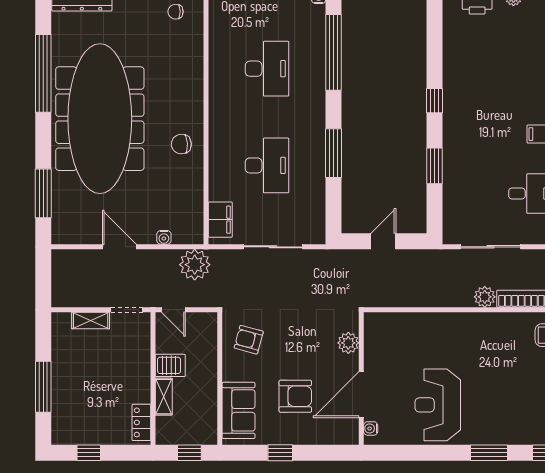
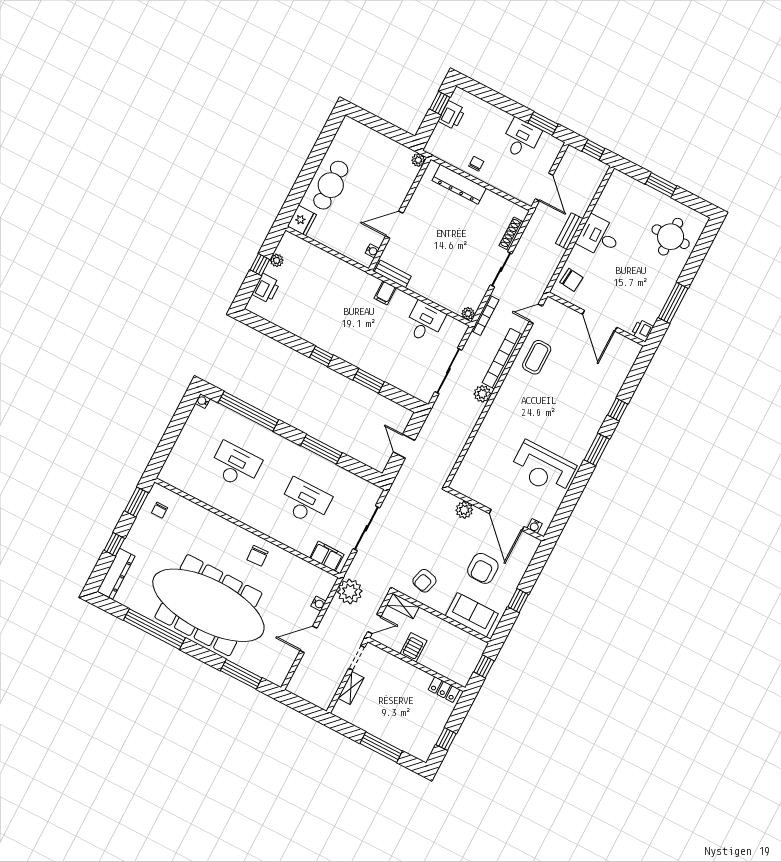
armchair: (295, 396) -> (483, 568), turned 180
shelving: (164, 397) -> (403, 606), moved

